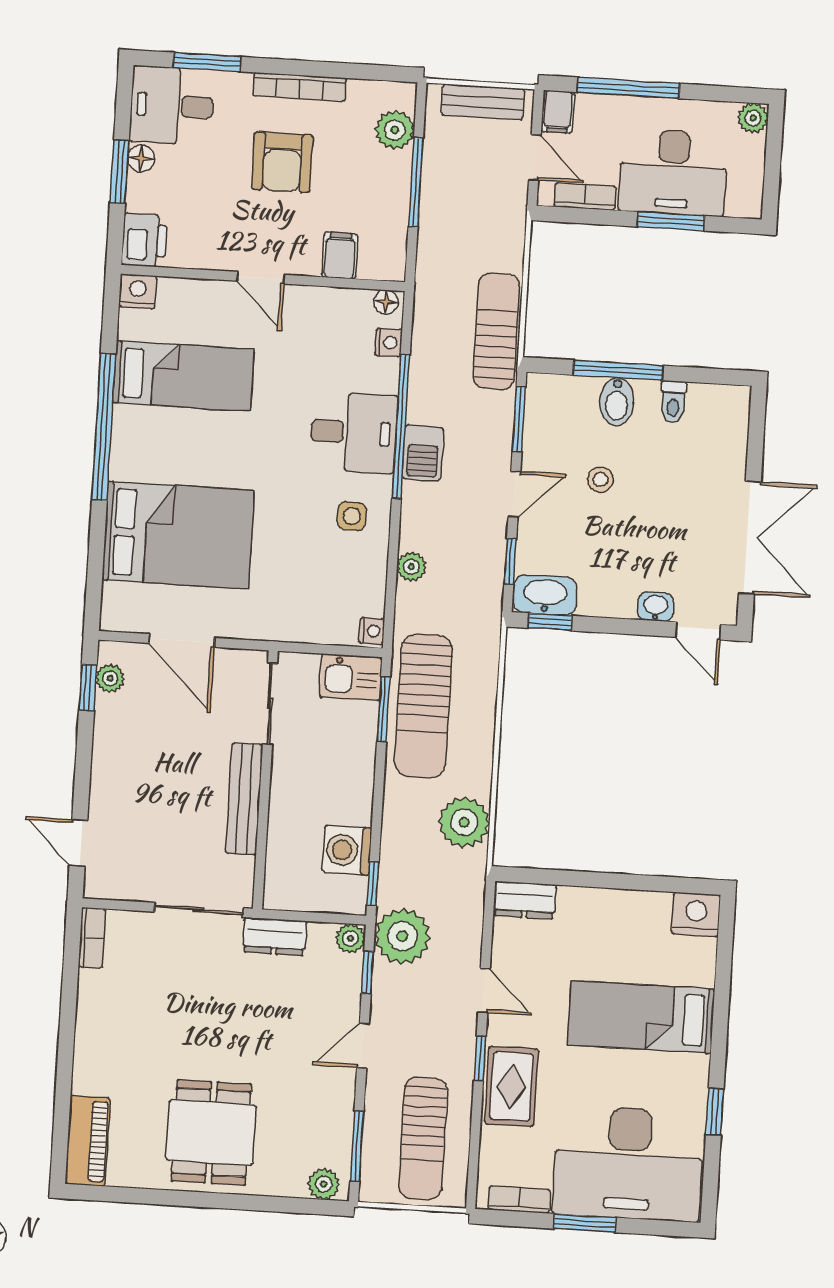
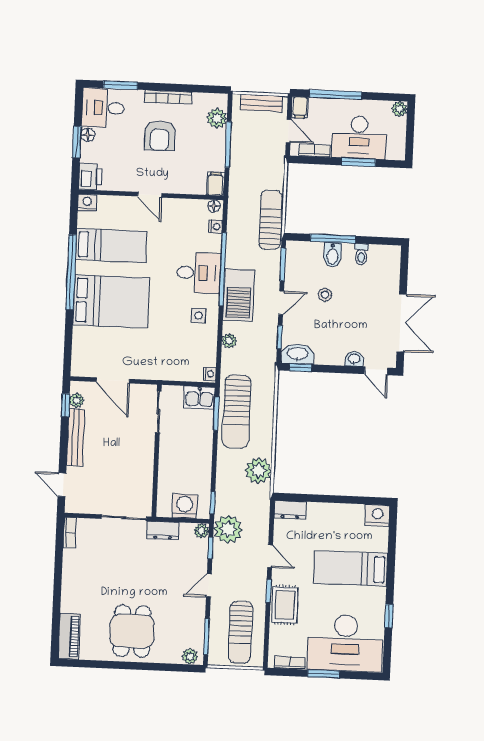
filing cabinet: (340, 255) -> (215, 184), moved
barbecue: (423, 453) -> (239, 295), width x1.88, depth x1.53
bed: (178, 535) -> (111, 301), moved
bench: (244, 799) -> (76, 437), moved
washing machine: (347, 850) -> (185, 506), moved, turned 90

